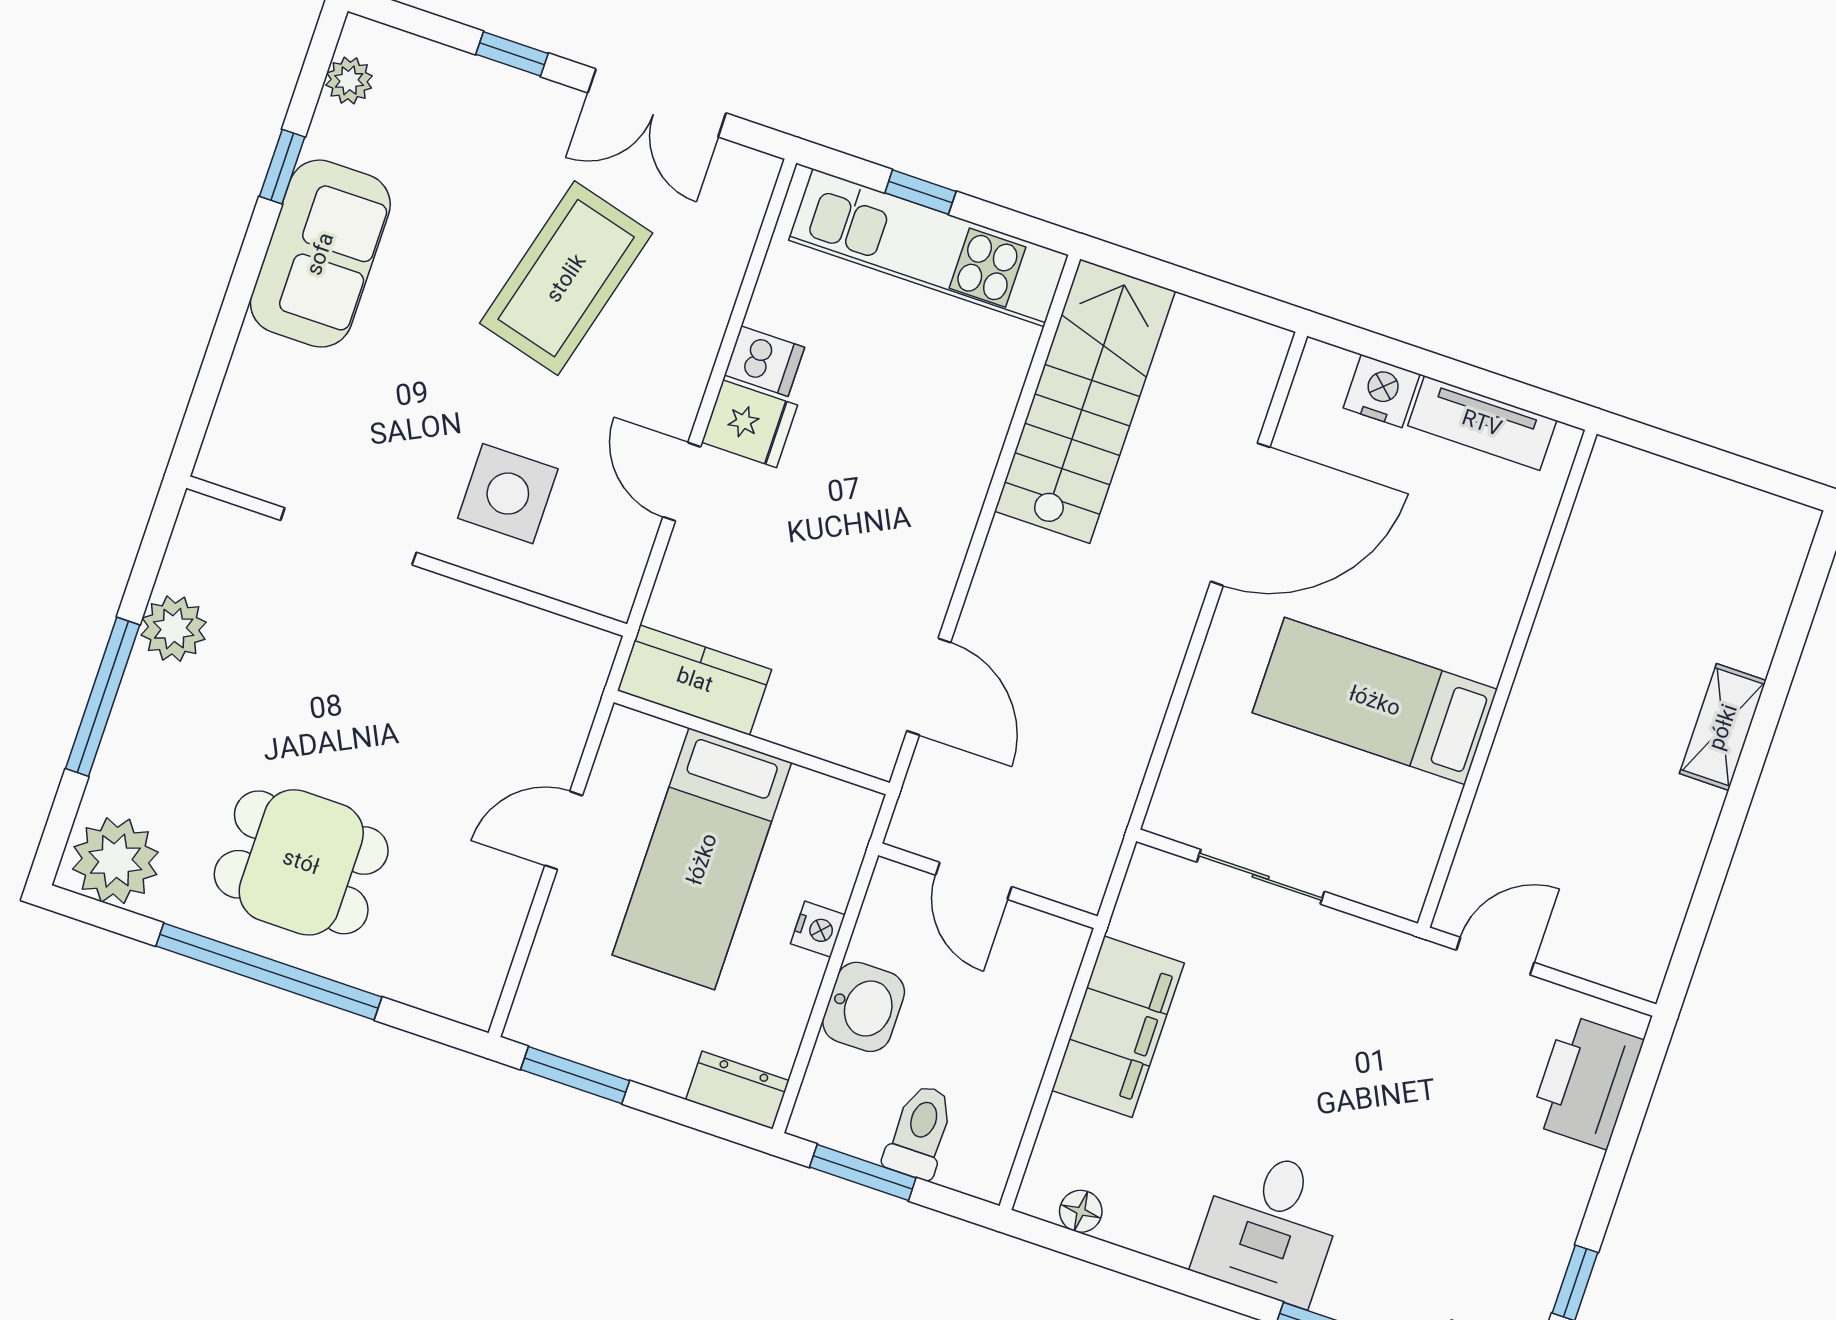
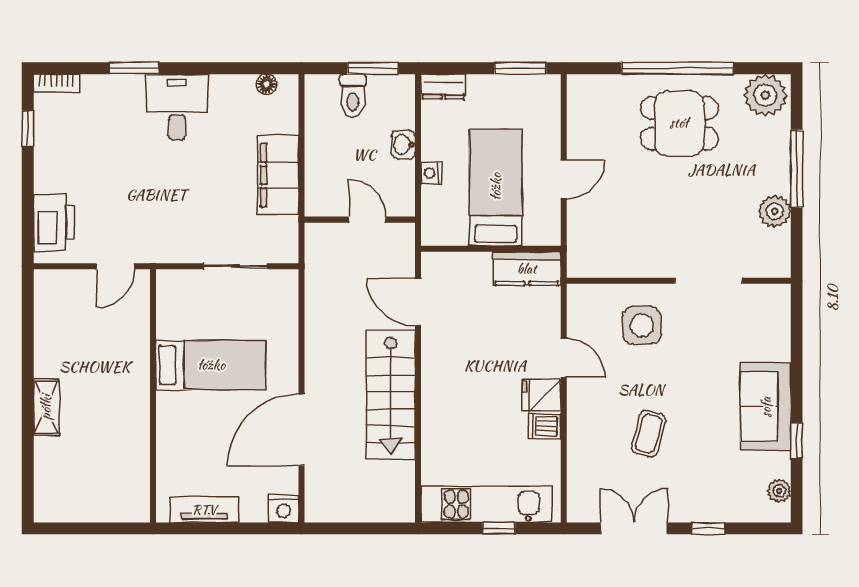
coffee table: (566, 278) -> (649, 434), width x0.54, depth x0.58
nightstand: (1382, 391) -> (284, 509), moved
stairs: (1085, 401) -> (391, 395), moved
washbasin: (864, 1007) -> (403, 145), width x0.72, depth x0.69

